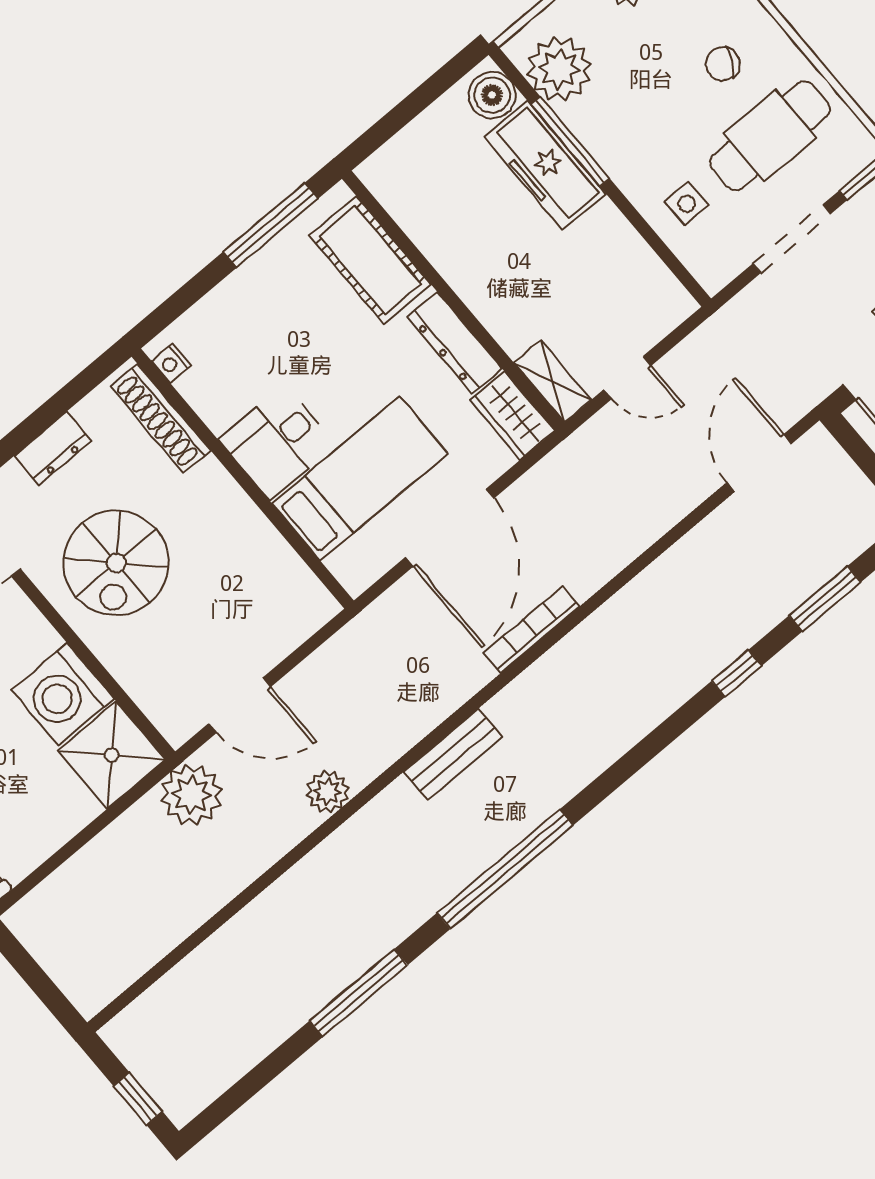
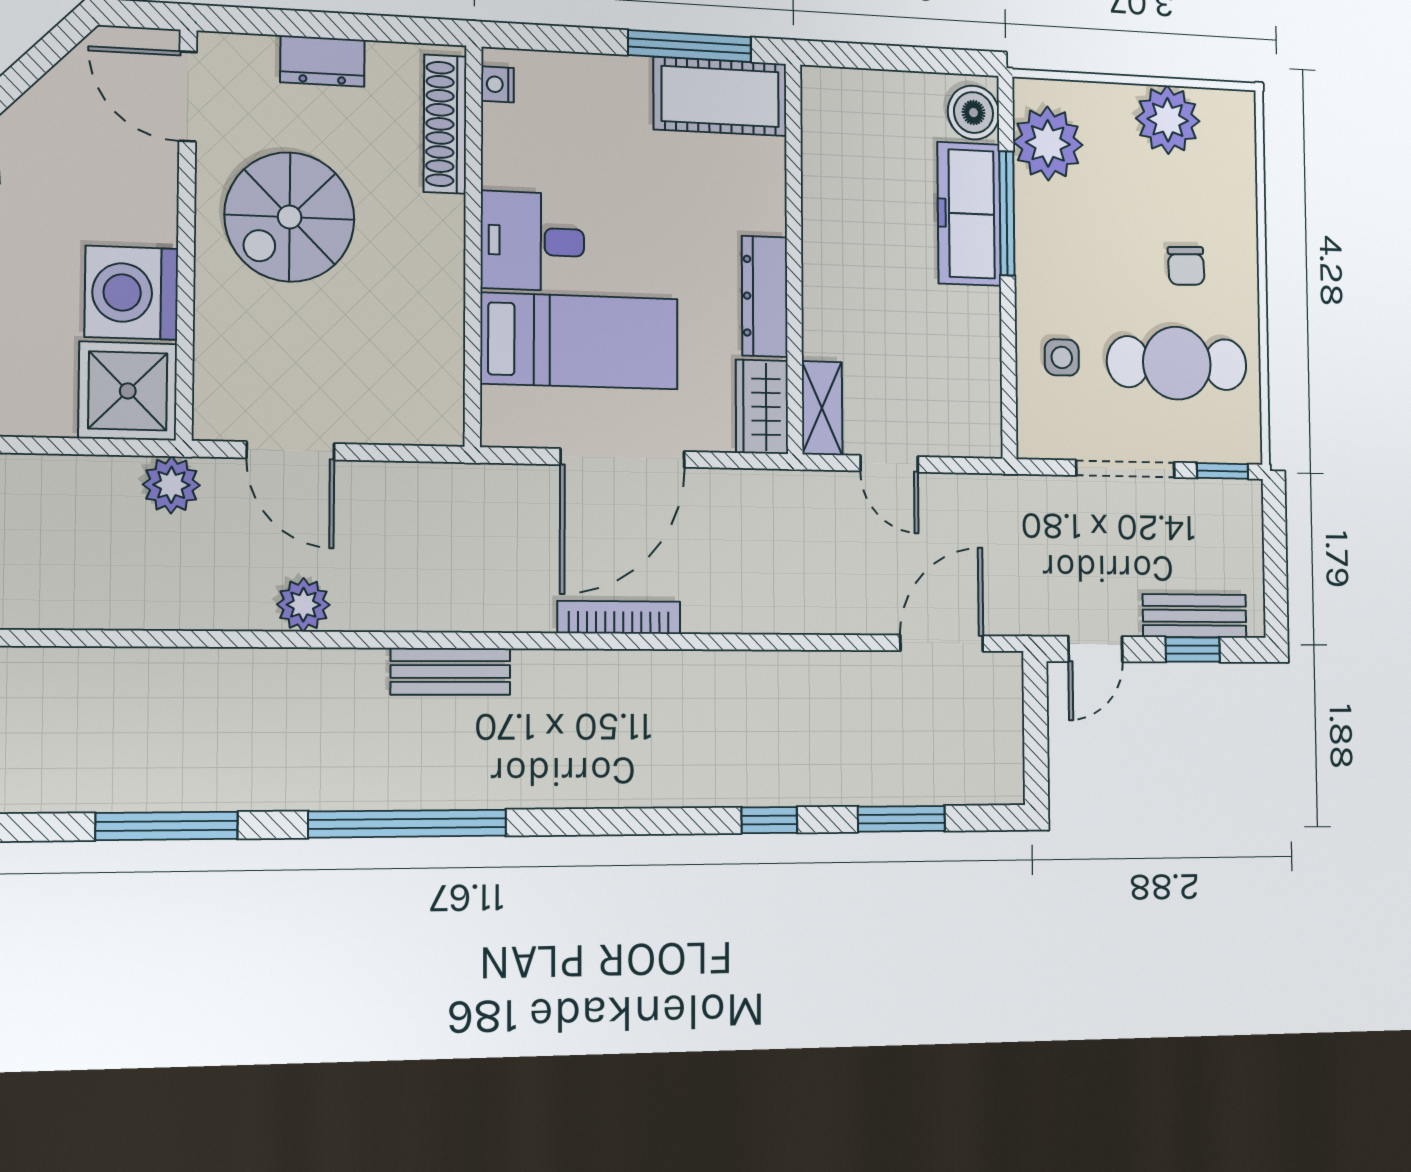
chair: (723, 64) -> (1186, 266), turned -119
cot: (370, 260) -> (720, 96), moved, turned 90
plant: (191, 795) -> (171, 485), width x0.73, depth x0.73

